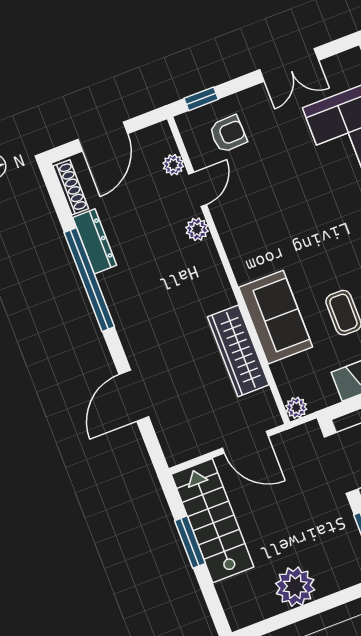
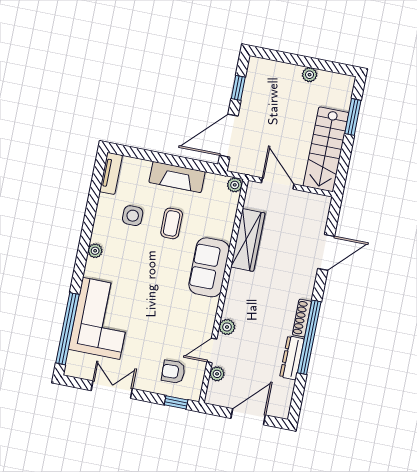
shoe rack: (71, 187) -> (302, 318), moved
sofa: (276, 317) -> (209, 267), moved
window: (190, 542) -> (353, 117), moved
plant: (295, 587) -> (310, 75), width x0.53, depth x0.53

